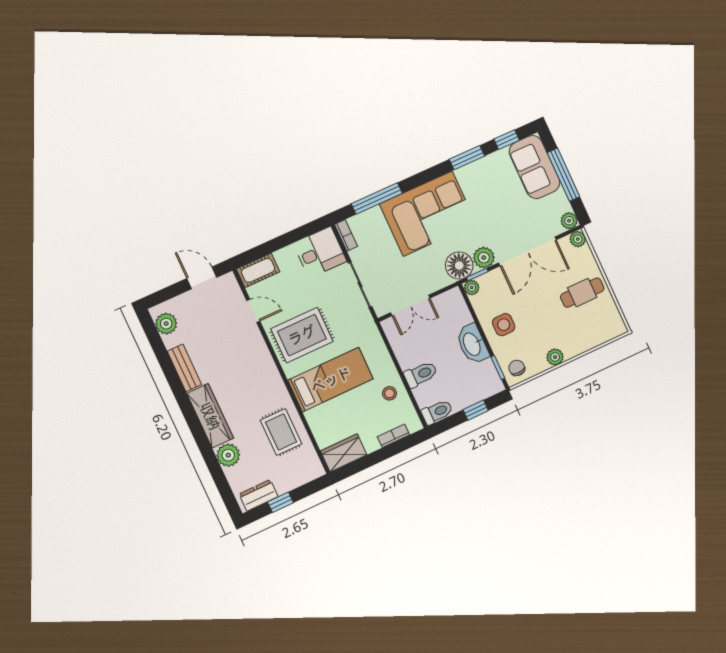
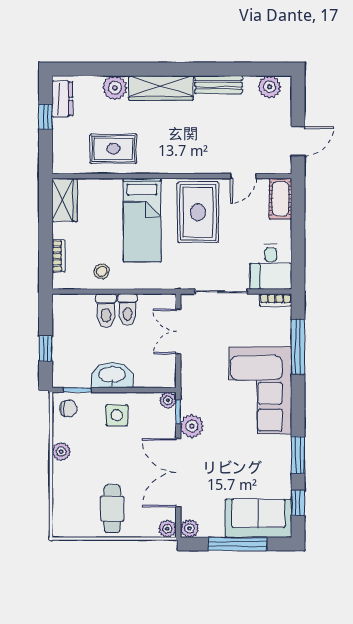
floor lamp: (459, 266) -> (195, 398), removed
toilet: (437, 412) -> (128, 310), moved

